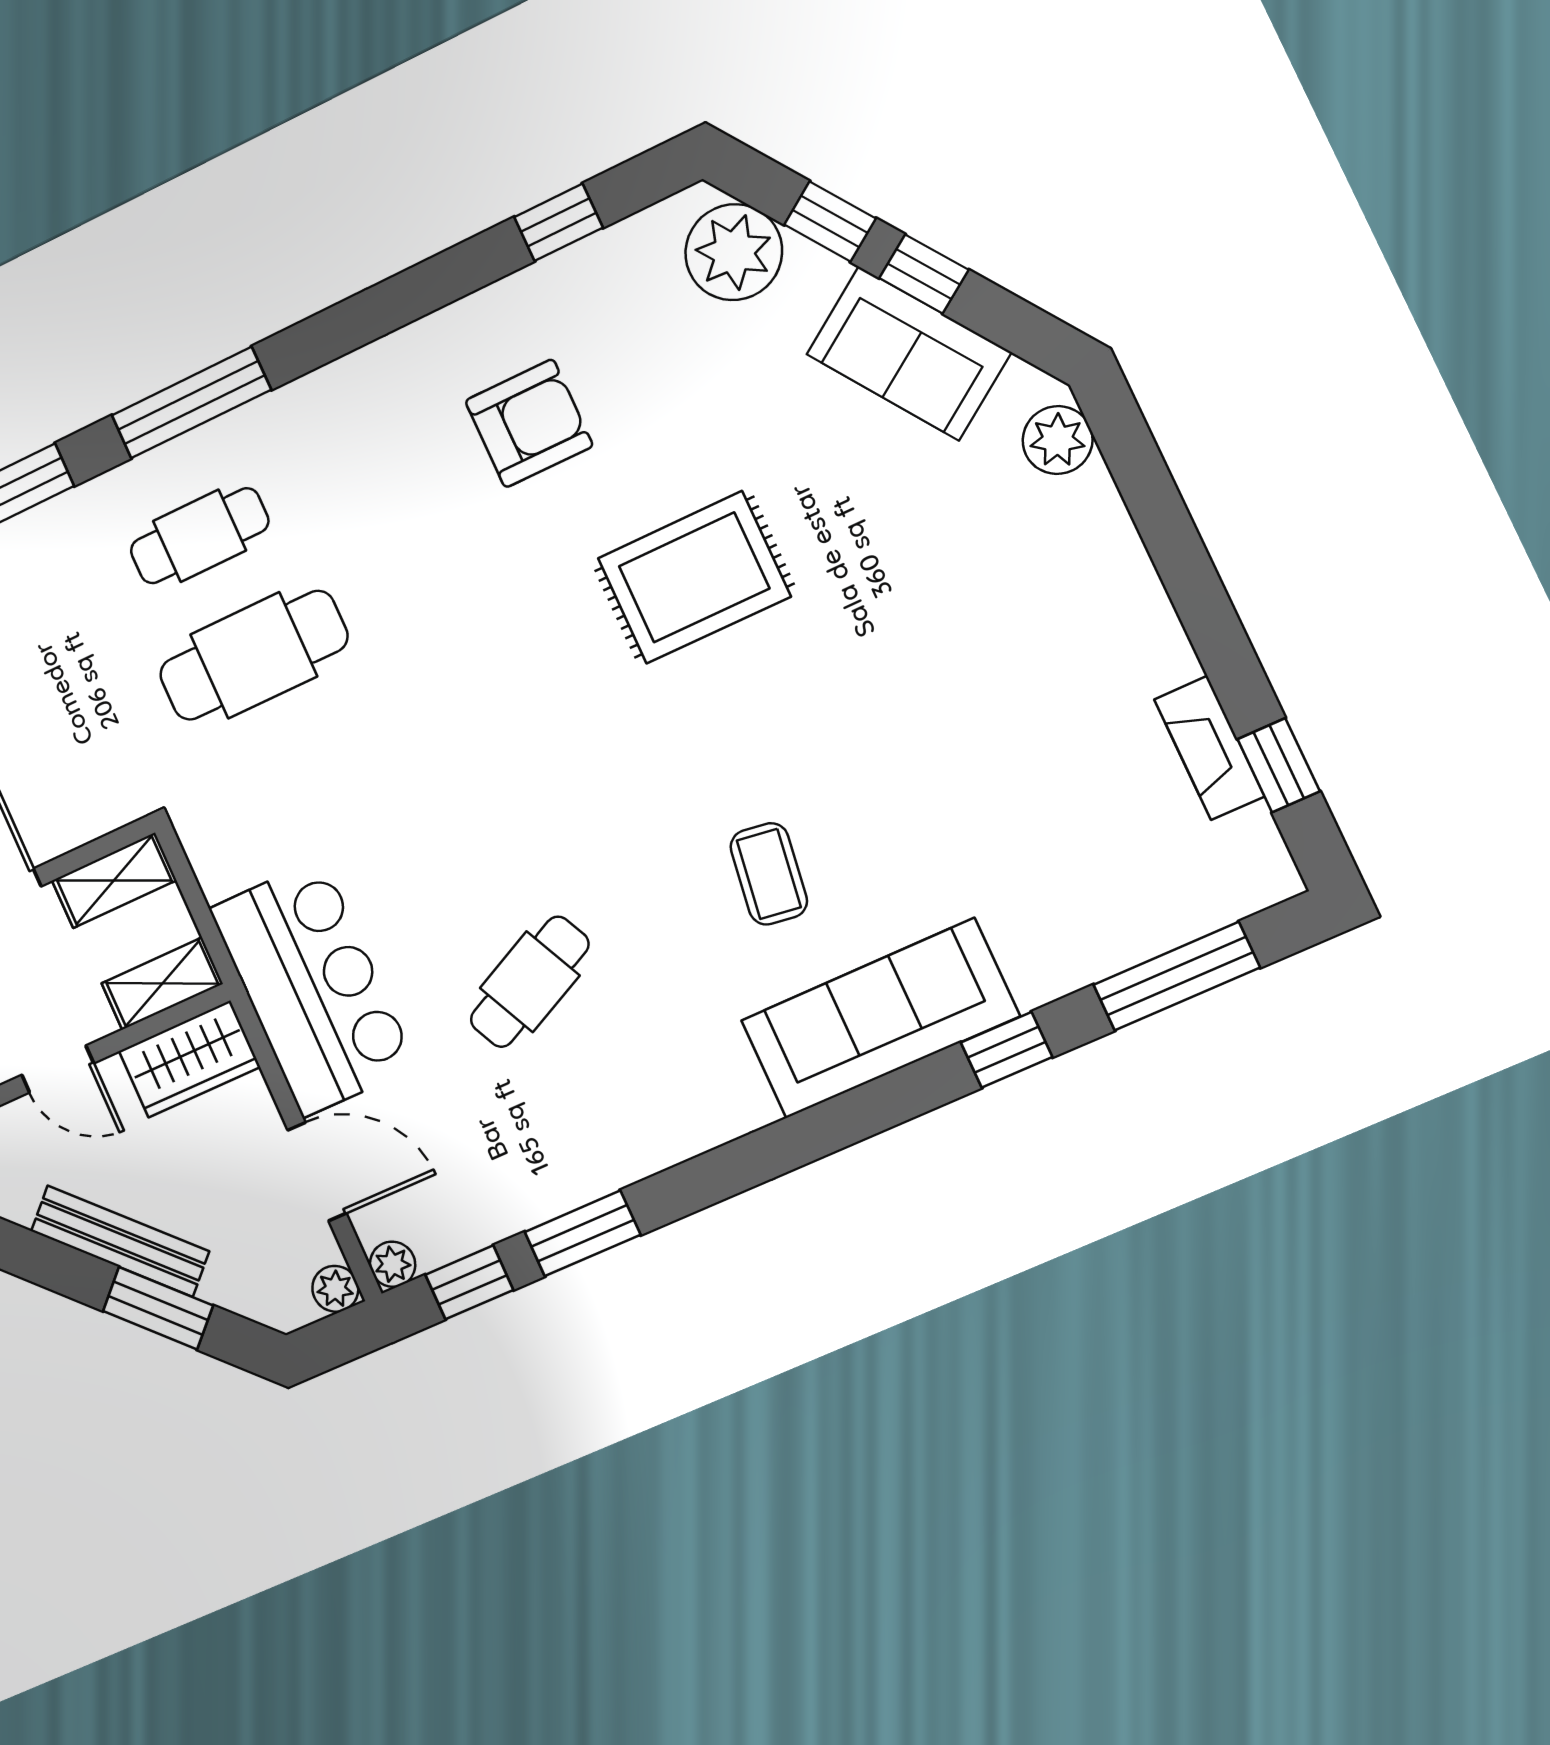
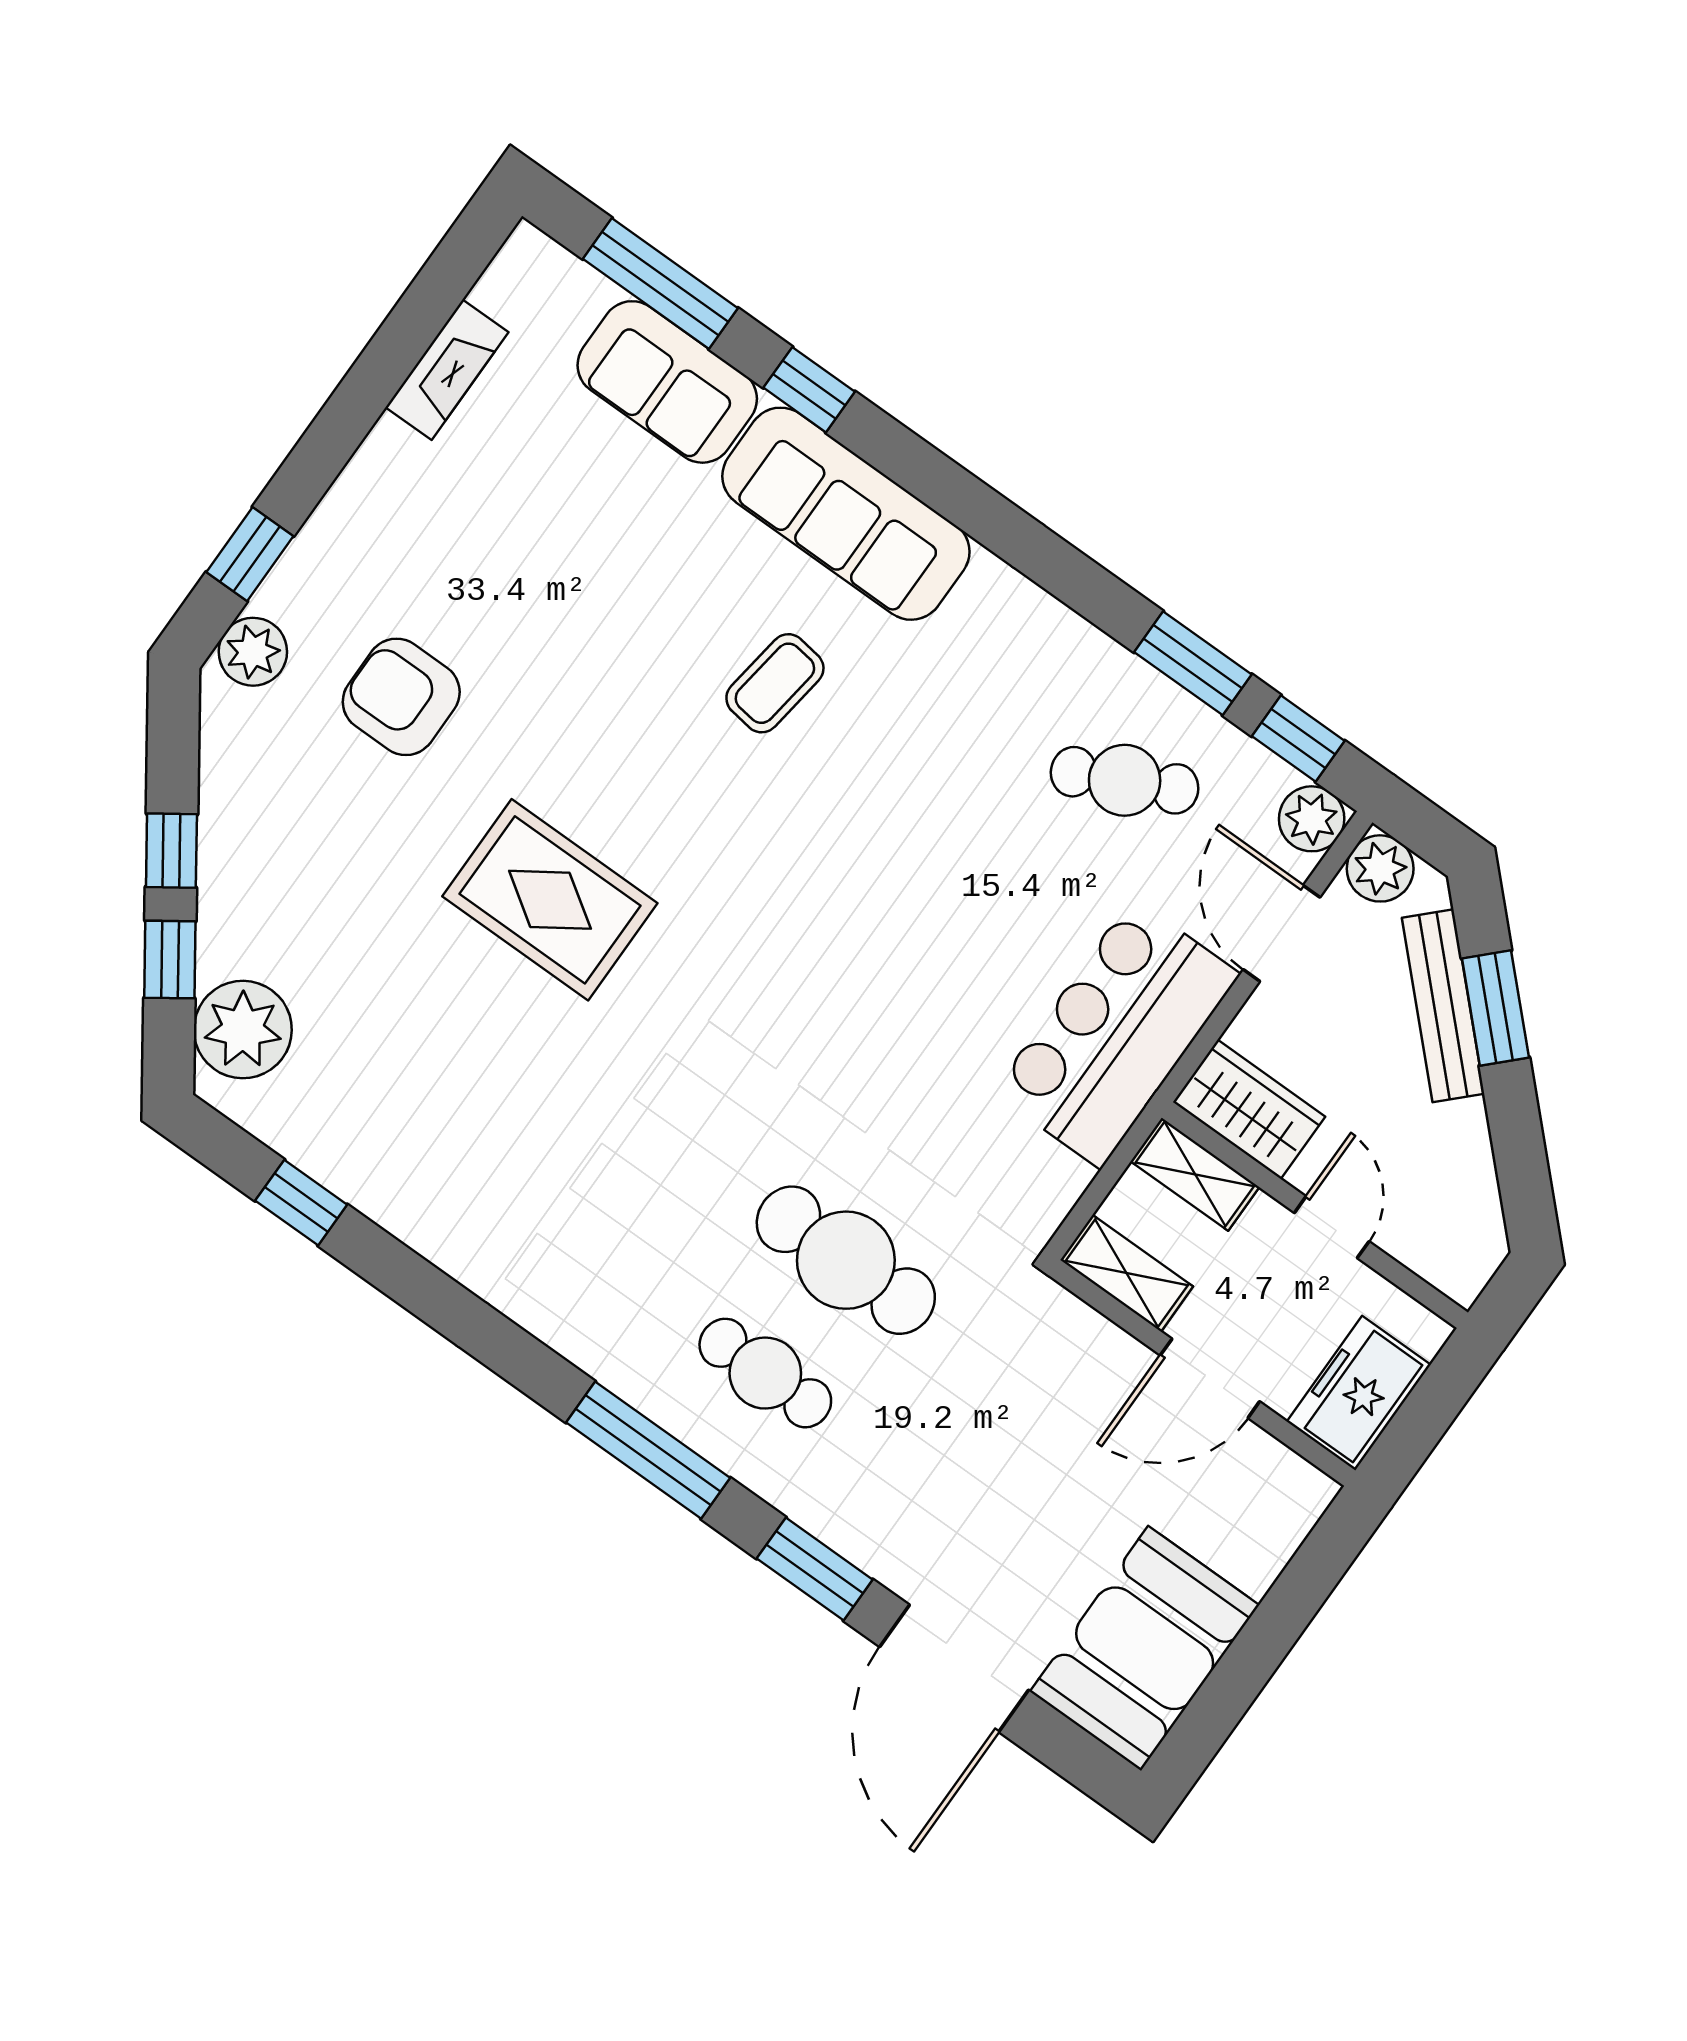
sofa: (909, 353) -> (667, 382), moved, turned 125
armchair: (529, 423) -> (401, 697), moved
window: (1279, 765) -> (250, 554), moved
cafe table: (530, 982) -> (1125, 780), moved
bench: (120, 1241) -> (1443, 1006), moved
plant: (393, 1264) -> (1312, 819), width x1.38, depth x1.38
plant: (335, 1289) -> (1380, 868), width x1.38, depth x1.38

